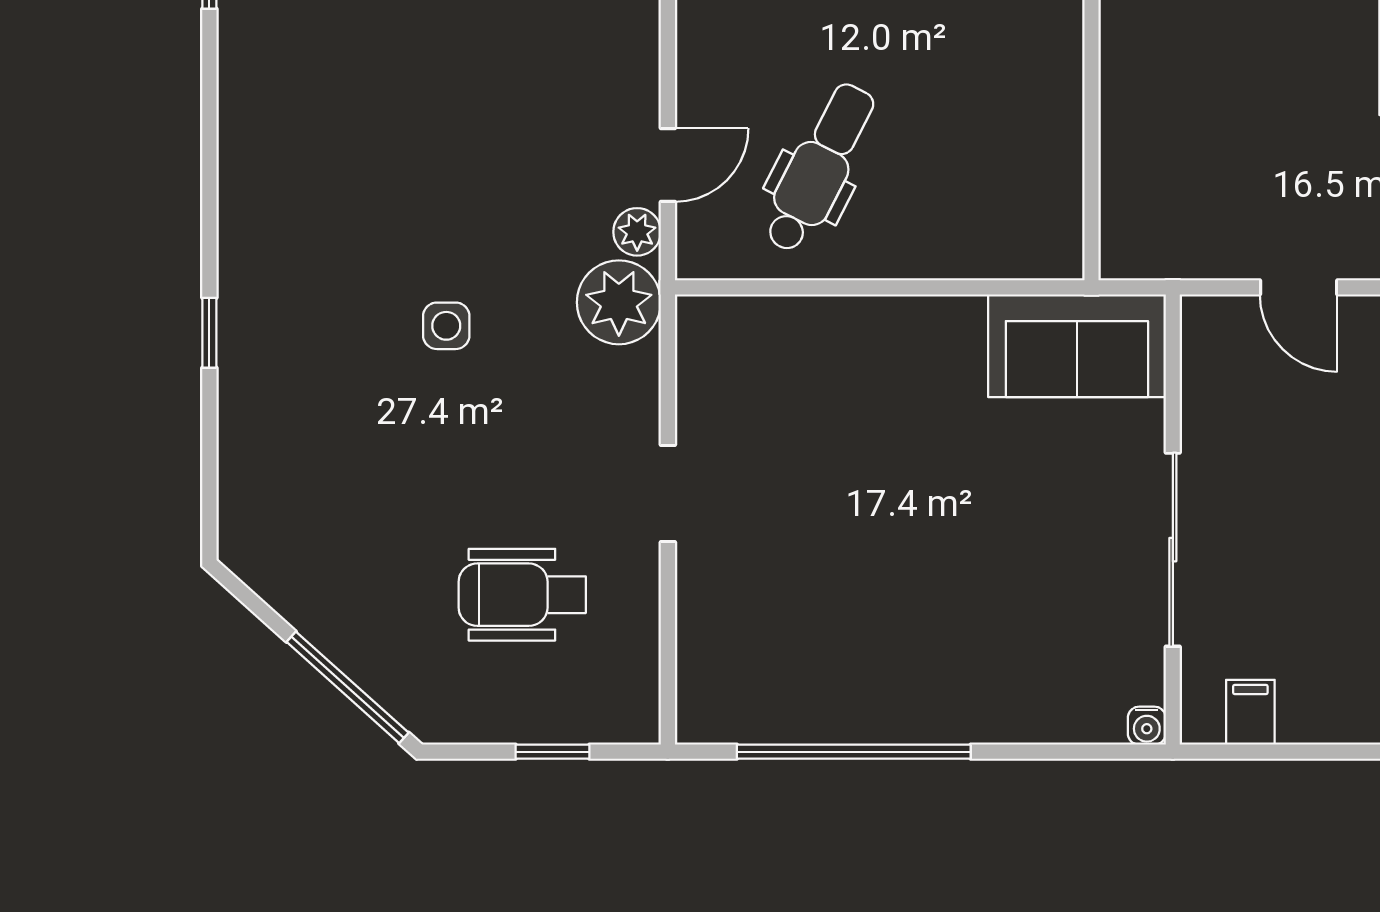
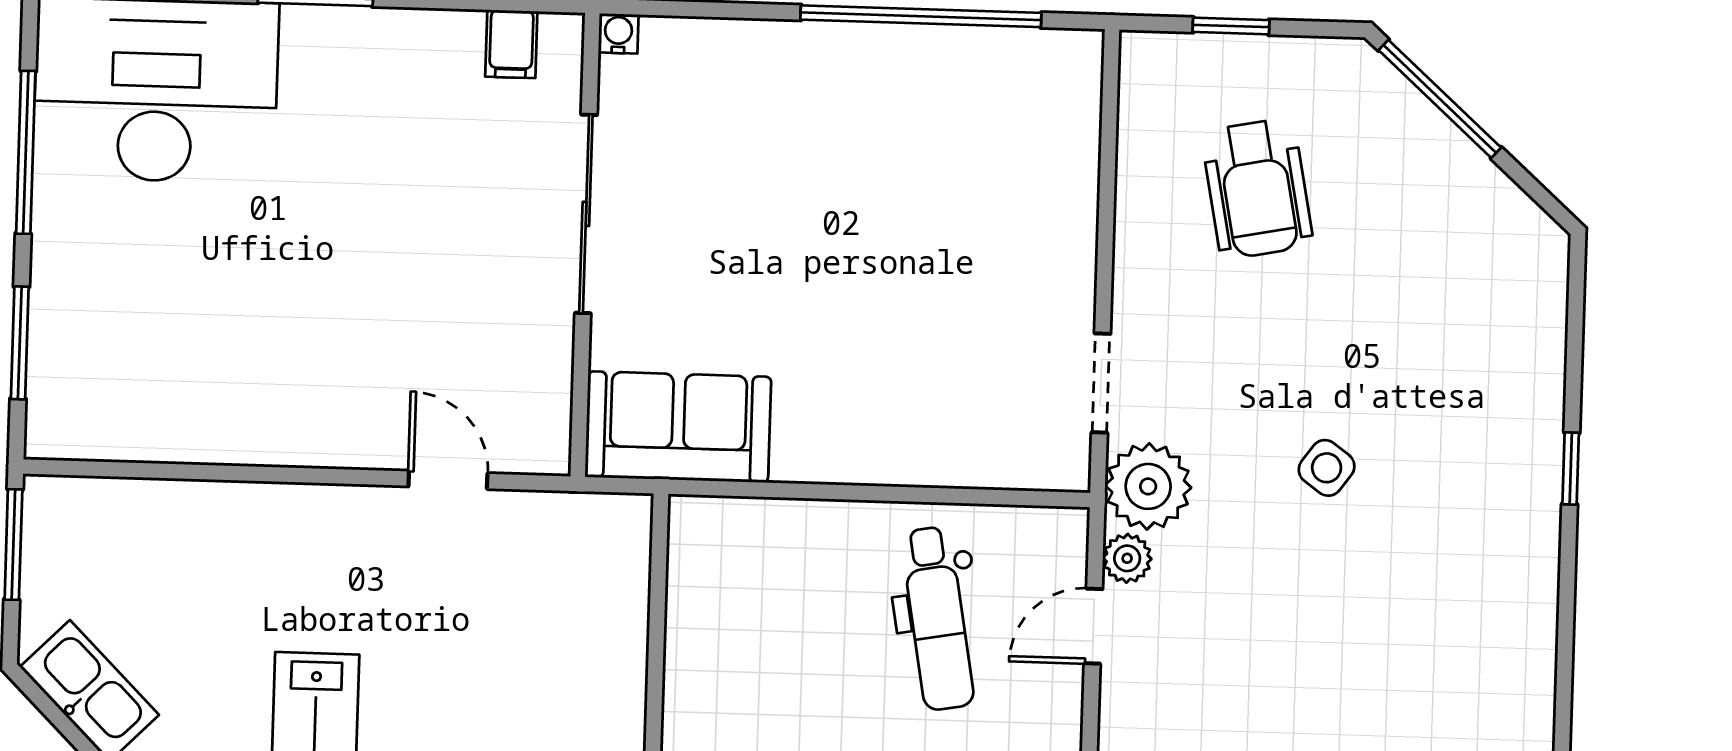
dental chair: (819, 168) -> (937, 618), turned -37
side table: (446, 326) -> (1327, 468), turned 36
doorway: (668, 493) -> (1101, 383), moved
wheelchair: (522, 595) -> (1257, 189), turned 79

